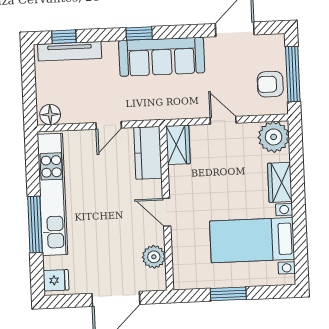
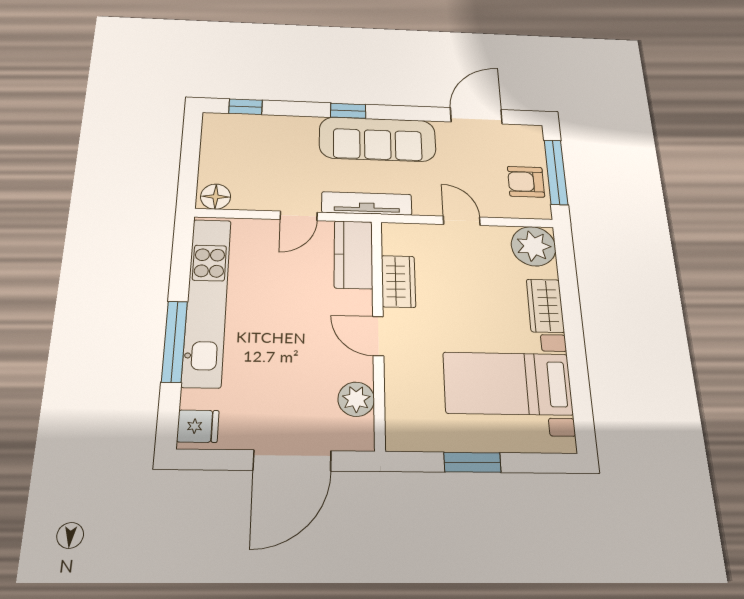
tv unit: (70, 51) -> (367, 203), moved, turned 180
wardrobe: (178, 145) -> (398, 281), moved

